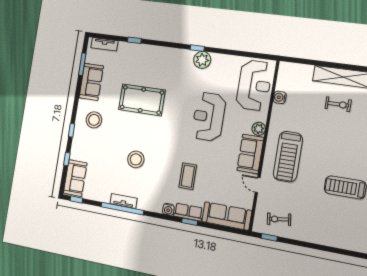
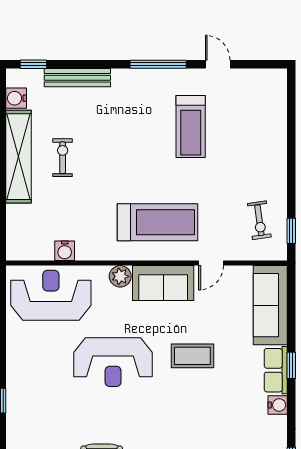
plant: (202, 60) -> (20, 389), removed
coffee table: (188, 176) -> (192, 356), moved

